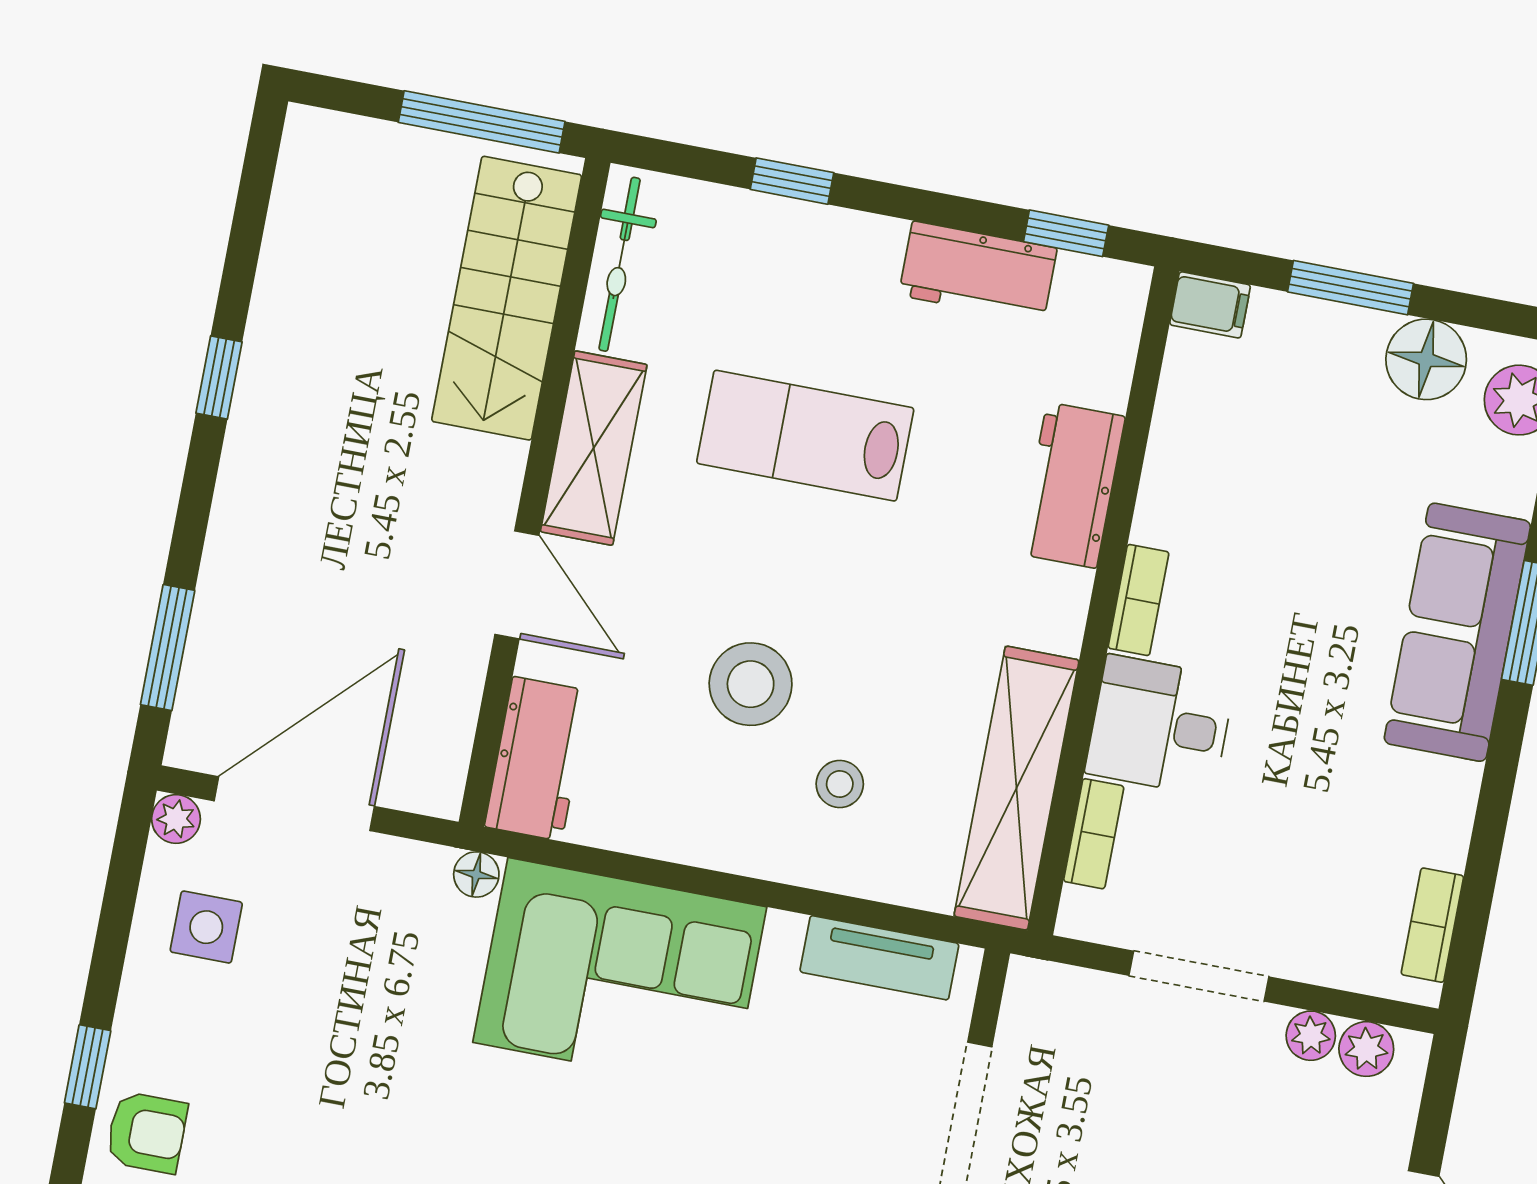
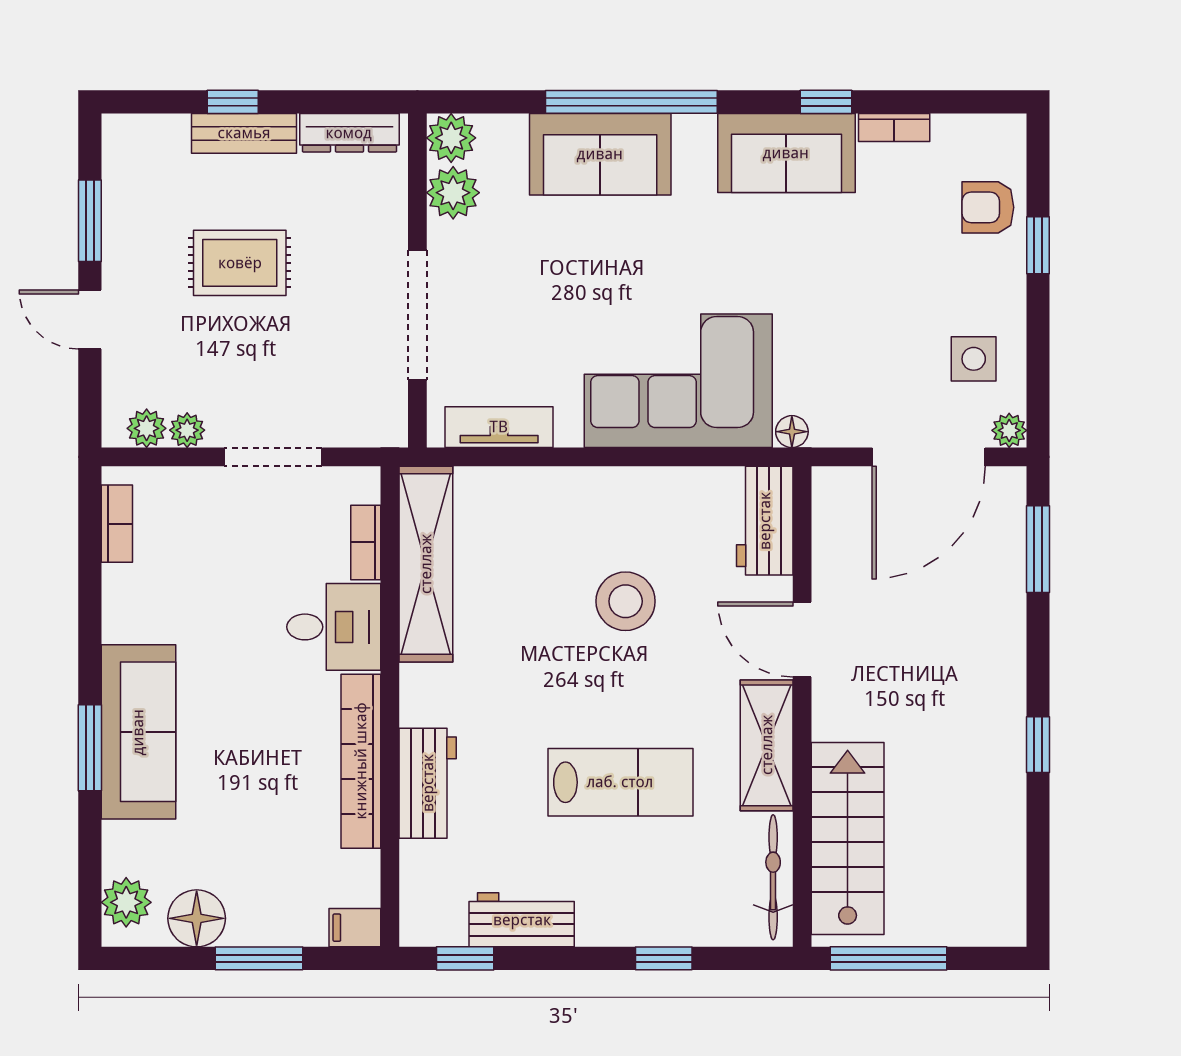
bookcase: (1138, 600) -> (361, 761), width x2.31, depth x1.31
stool: (840, 784) -> (550, 543), removed

